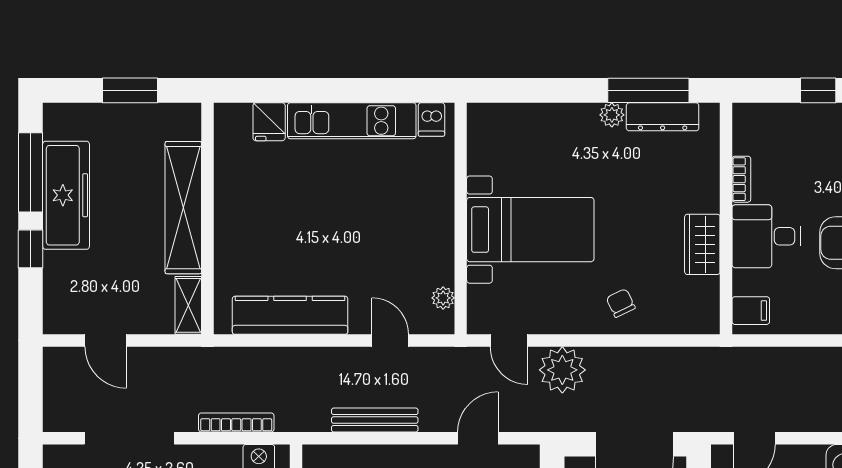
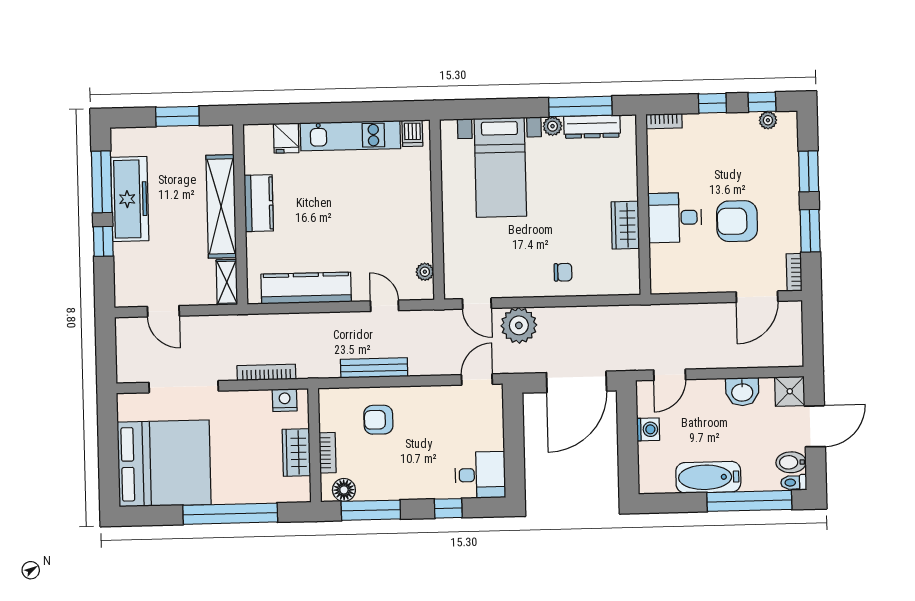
bookcase: (741, 179) -> (664, 121), moved, turned 90
kitchen counter: (232, 205) -> (259, 203), added
bed with nightstands: (530, 230) -> (500, 167), moved, turned 90
chair: (621, 303) -> (563, 272), turned 116
filing cabinet: (751, 311) -> (664, 276), removed
door: (478, 438) -> (477, 380), moved

